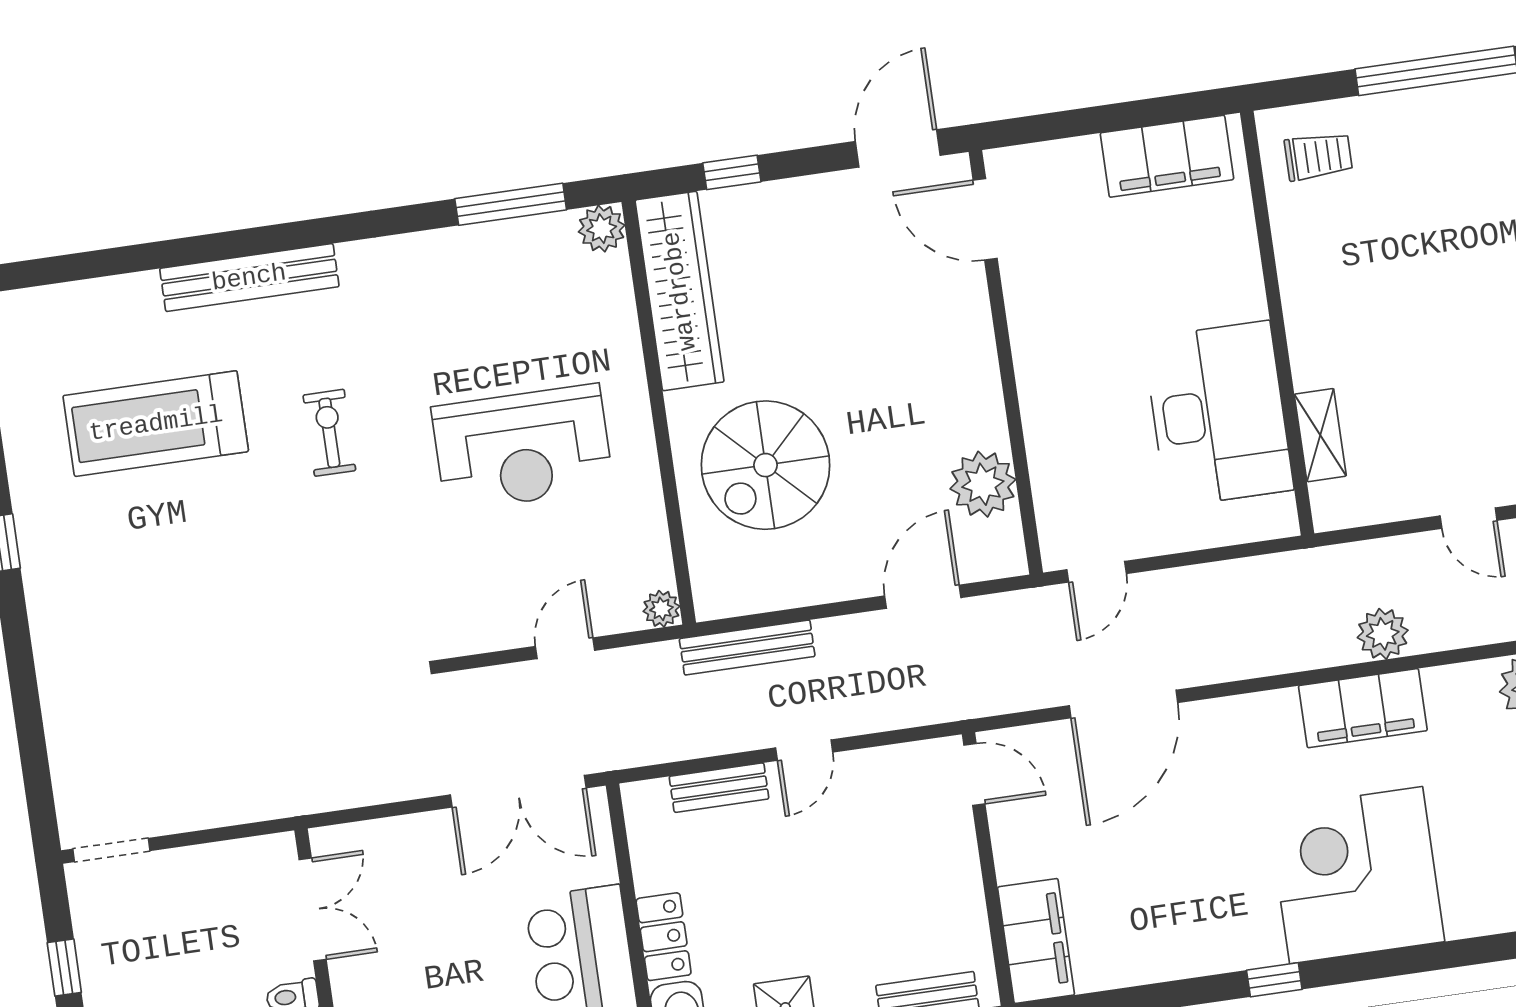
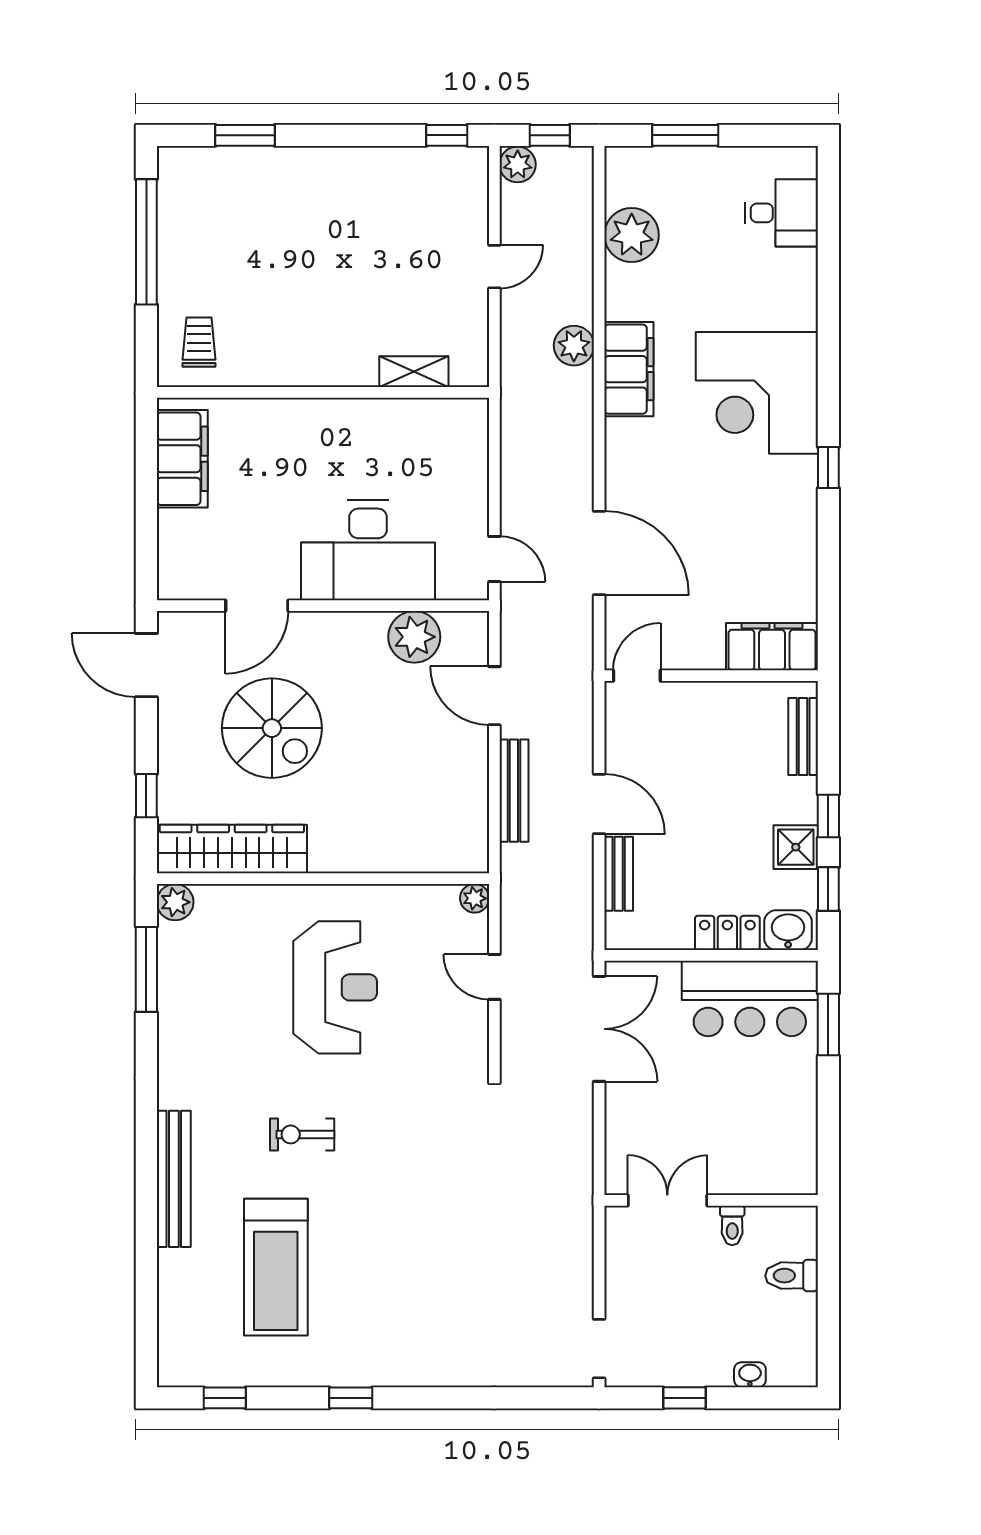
door: (985, 219) -> (257, 606), moved
desk: (1218, 414) -> (368, 550), moved, turned 180
spiral stairs: (766, 465) -> (272, 728), moved
bench: (747, 648) -> (514, 791), moved
door: (804, 750) -> (599, 804), width x1.37

